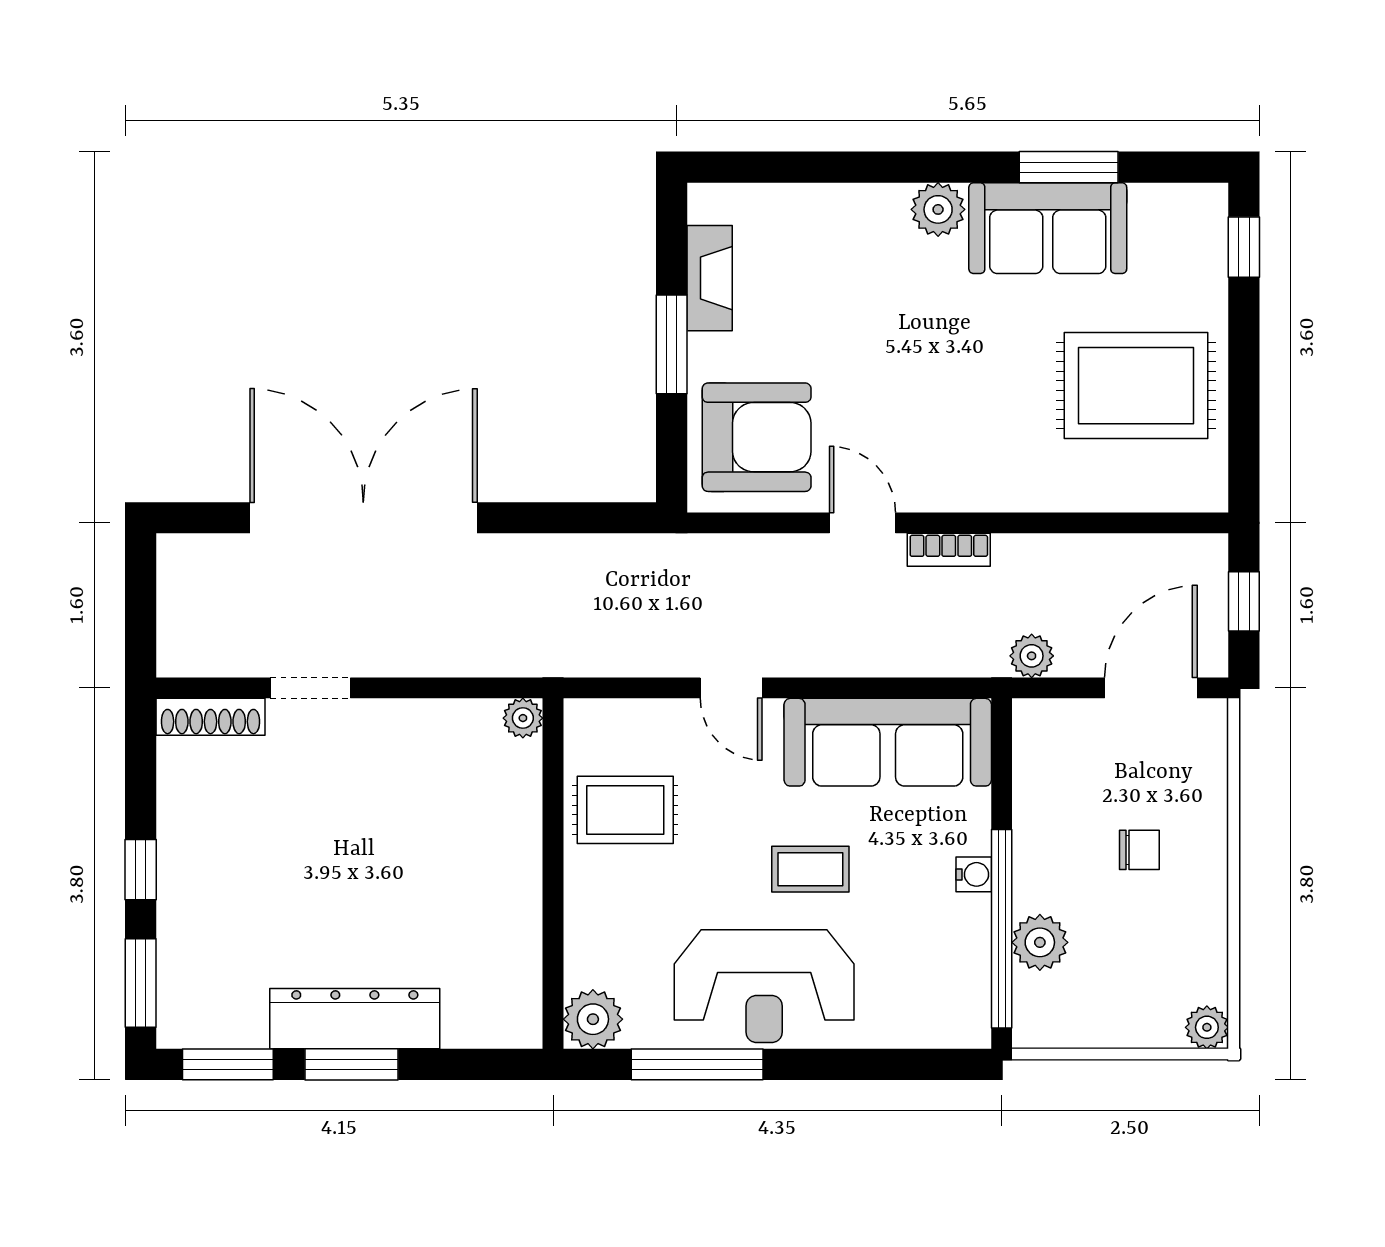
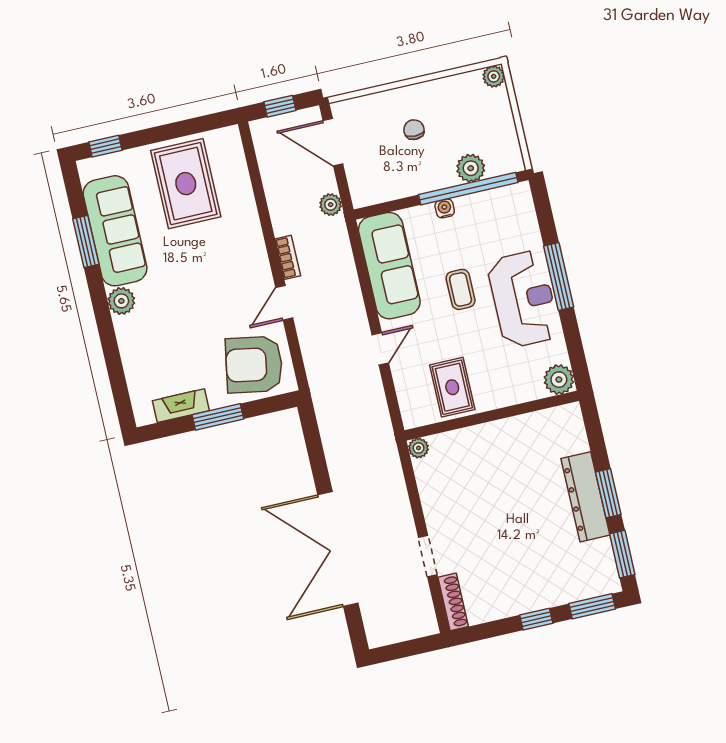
sofa: (1048, 228) -> (115, 231), width x1.36
armchair: (757, 437) -> (254, 365), turned -80
window: (697, 1064) -> (559, 277), moved

